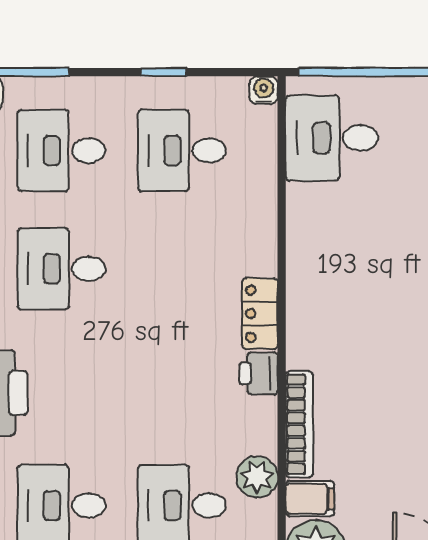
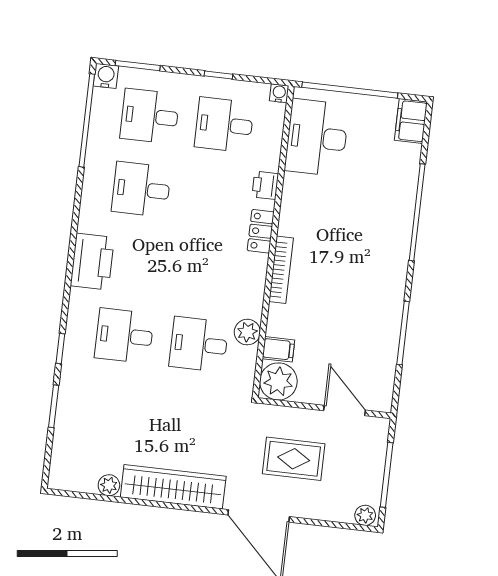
desk: (332, 138) -> (317, 138), width x1.37
printer: (259, 373) -> (265, 185), moved
bookcase: (299, 424) -> (281, 270), moved

